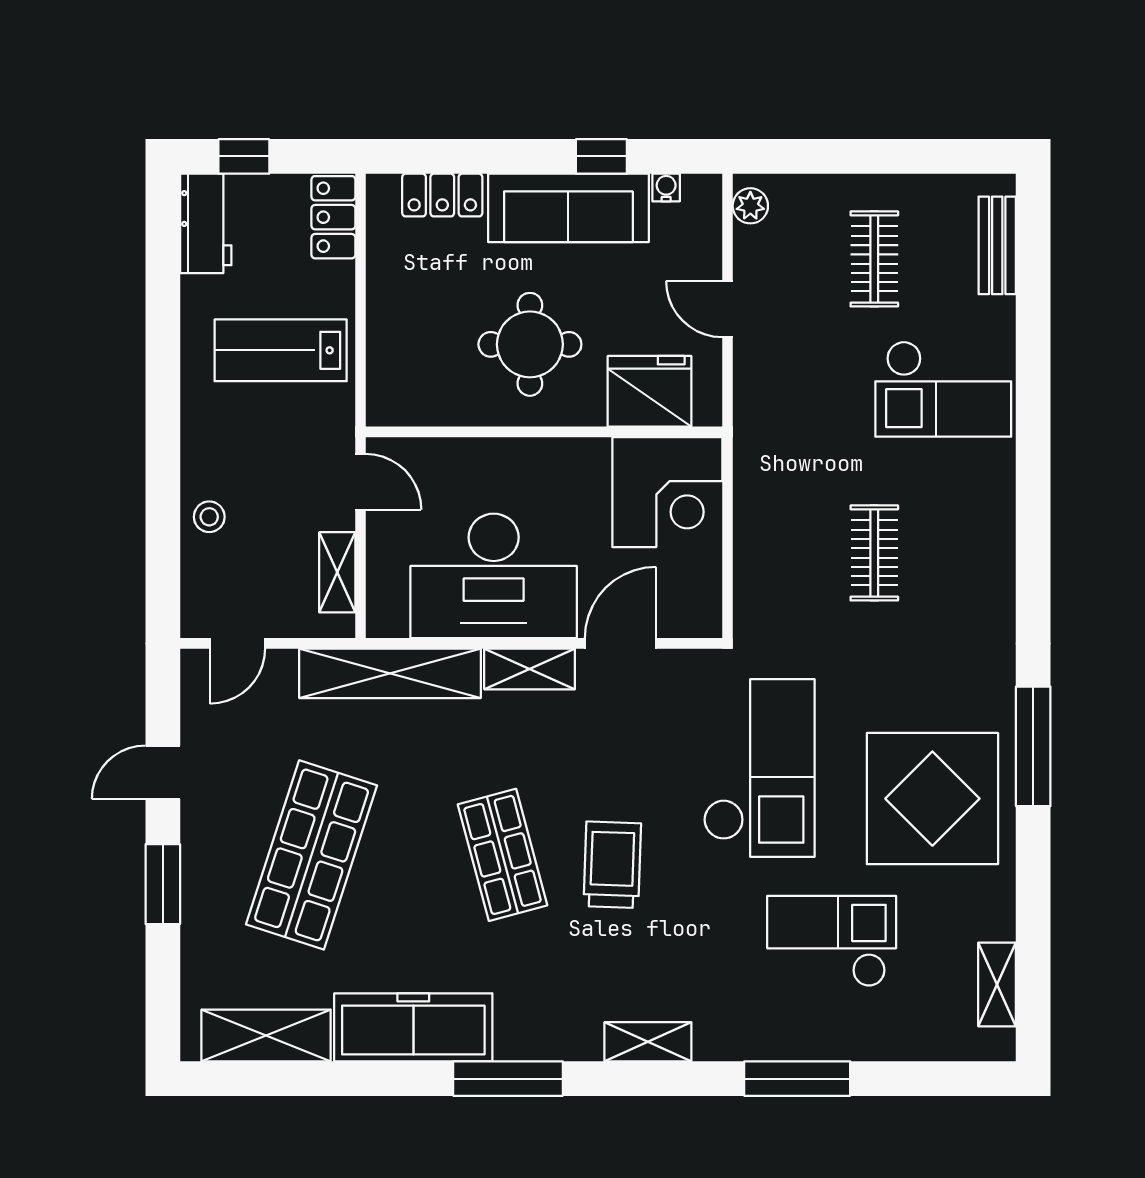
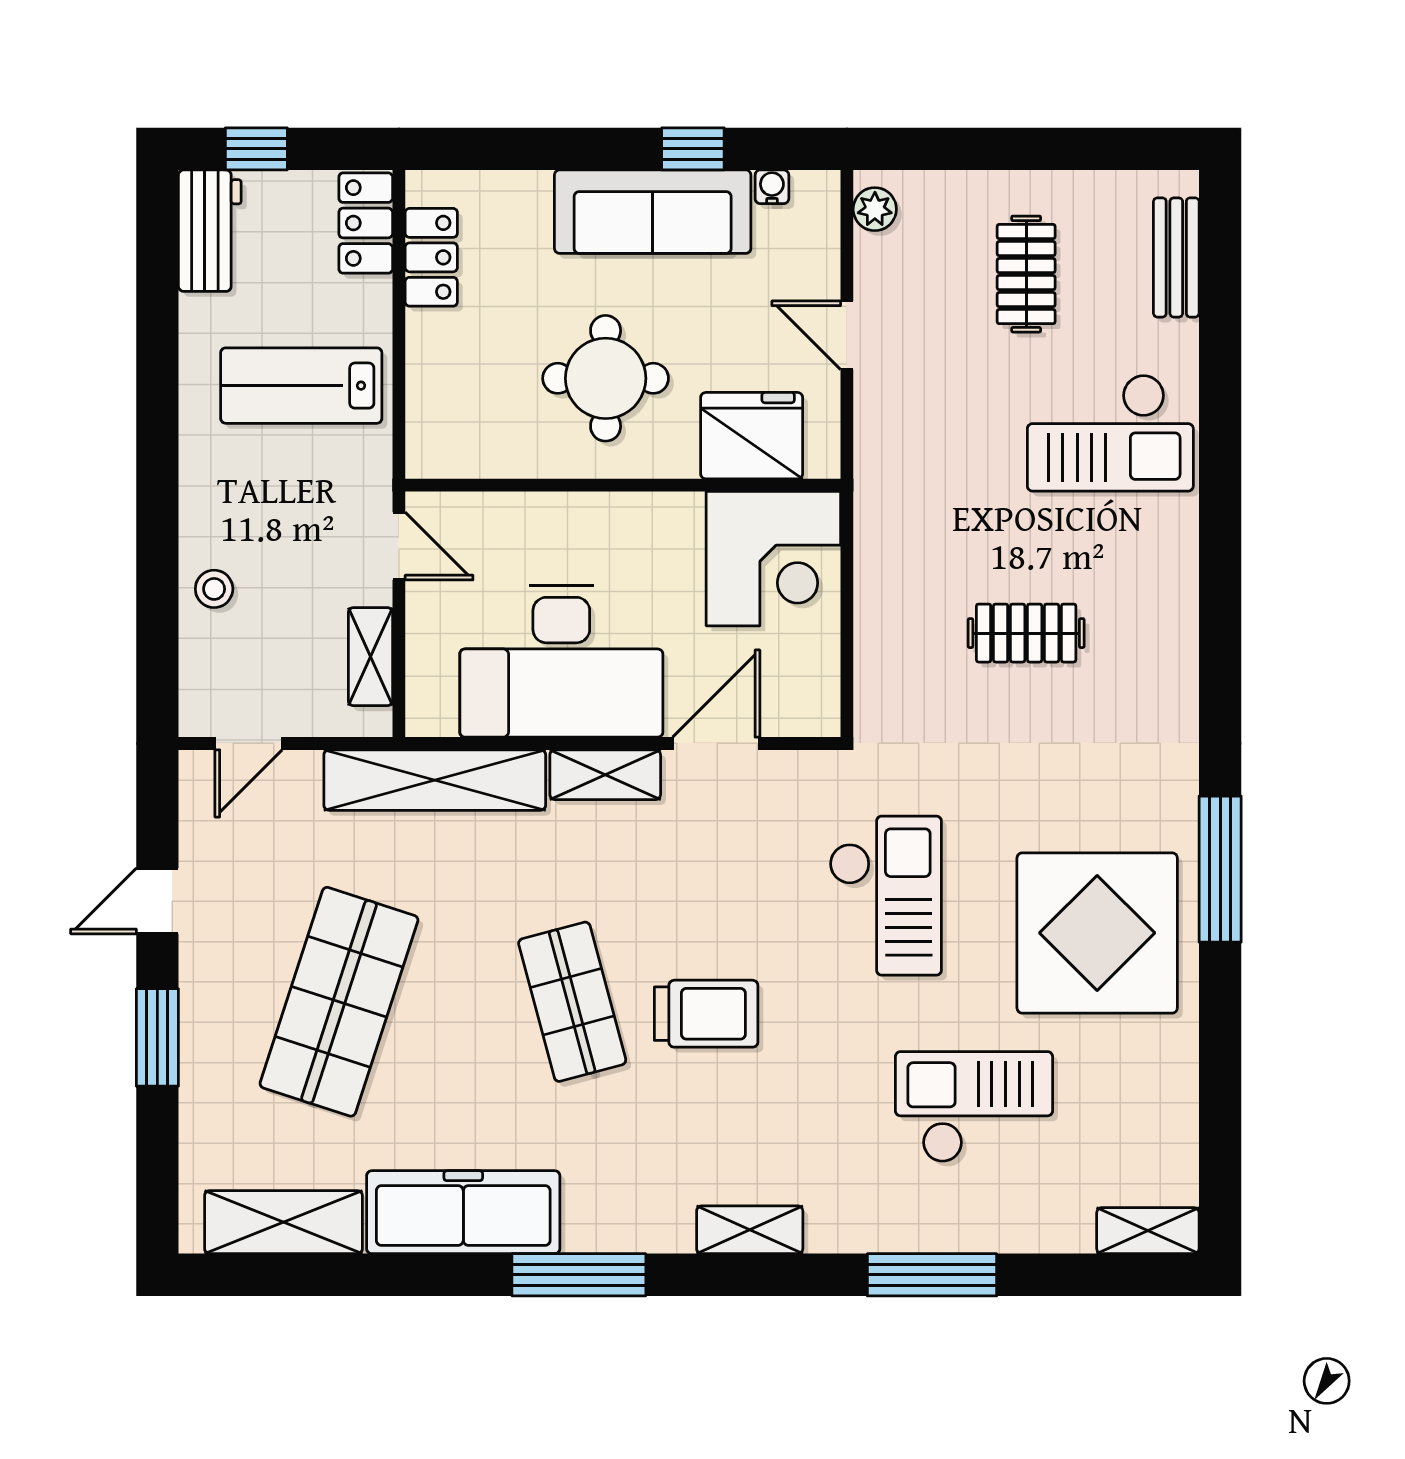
locker: (442, 195) -> (431, 257), moved, turned -90
clothes rail: (874, 553) -> (1026, 633), turned 90
checkout: (759, 768) -> (885, 896), width x0.73, depth x0.83
trolley: (612, 865) -> (706, 1014), turned 88
shelving: (997, 984) -> (1148, 1231), moved, turned 90

